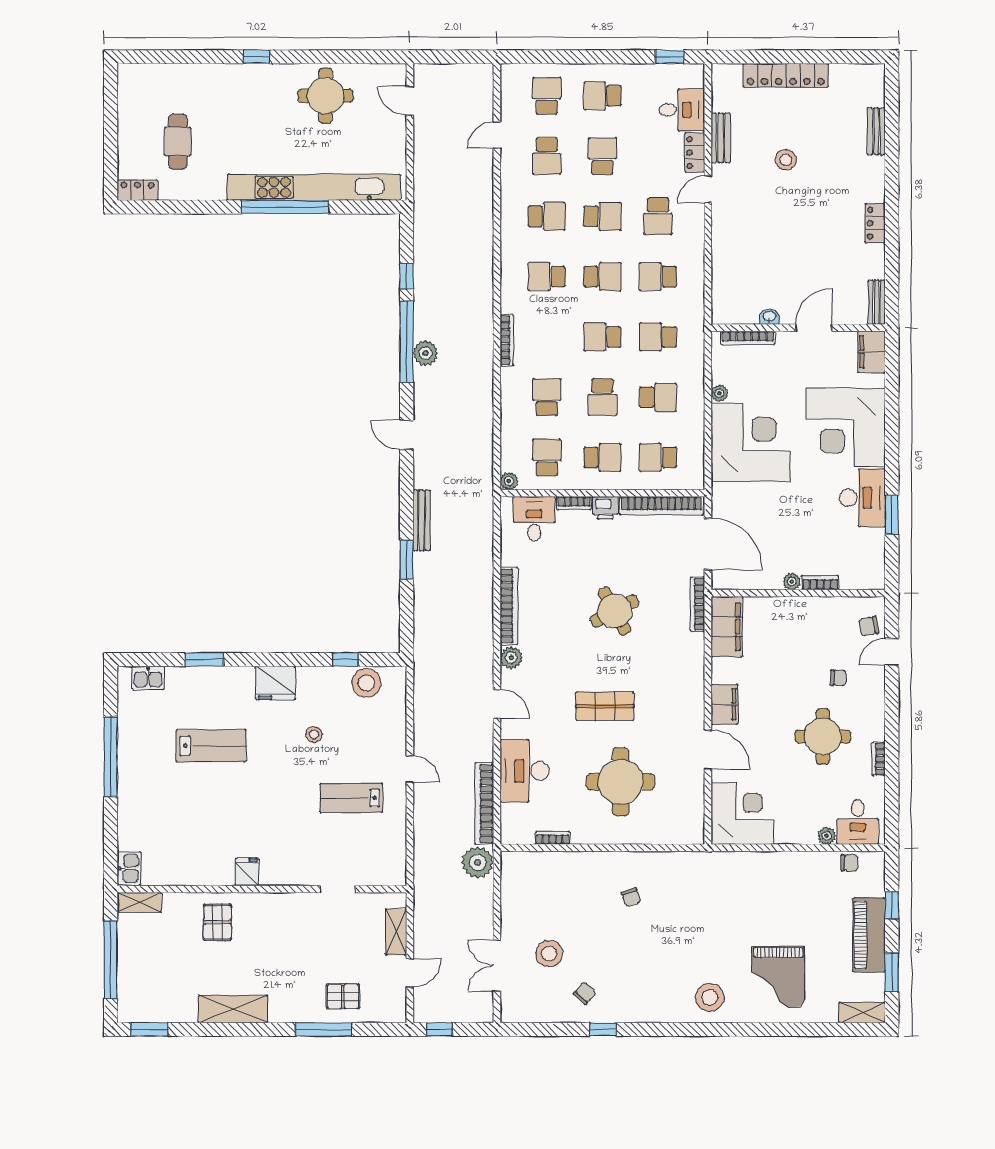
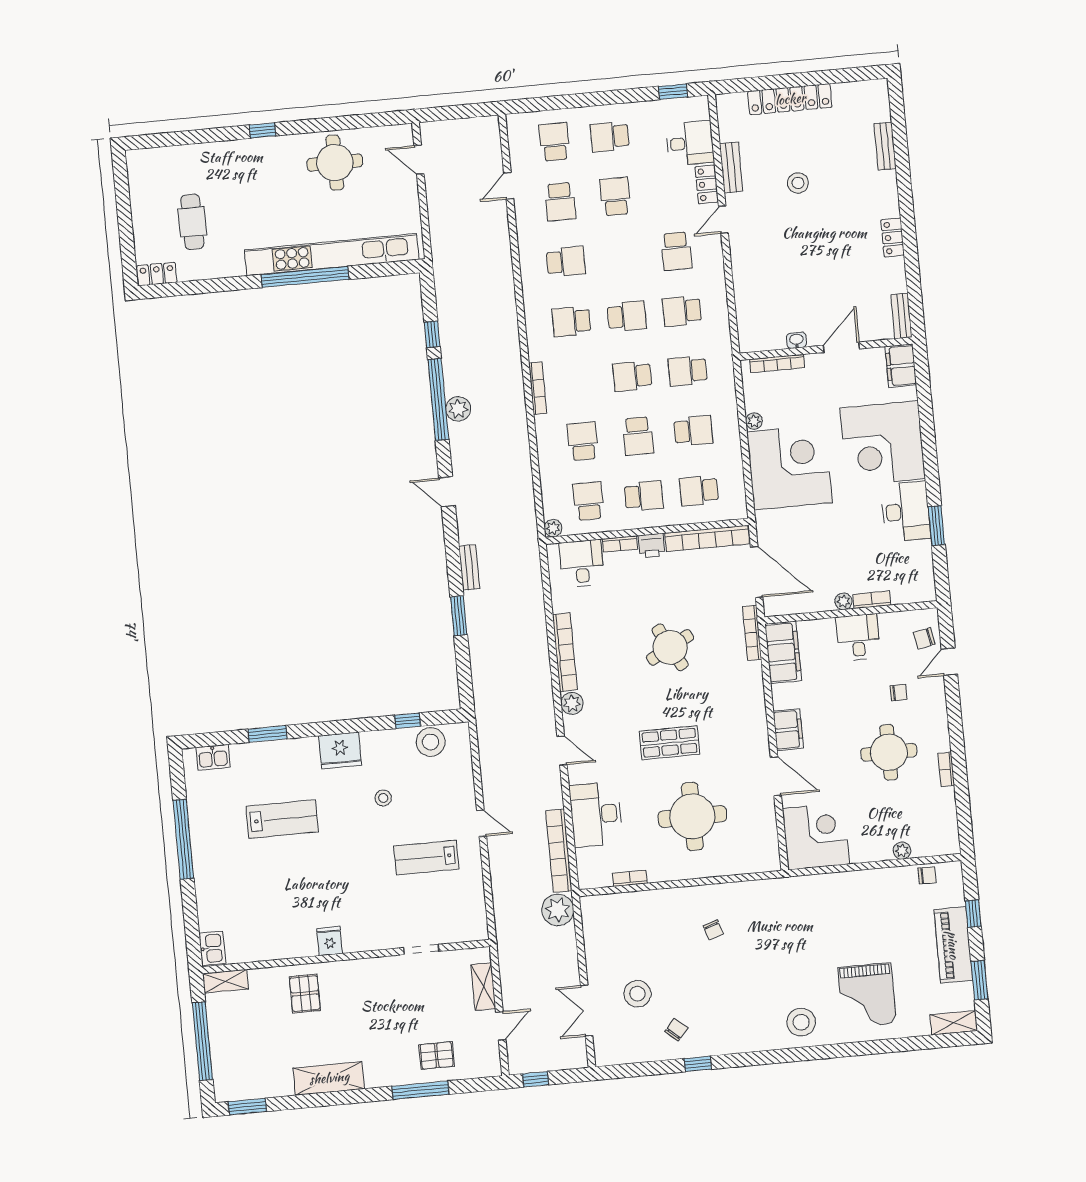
school desk: (602, 216) -> (621, 256), removed
bench: (422, 520) -> (469, 567), width x0.73
desk: (858, 822) -> (858, 637), moved, turned 180

